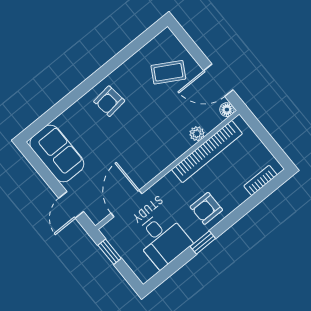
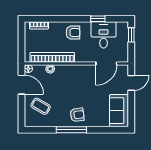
window: (101, 74) -> (71, 130), added
window: (203, 242) -> (98, 19), moved
window: (110, 252) -> (131, 35), moved

